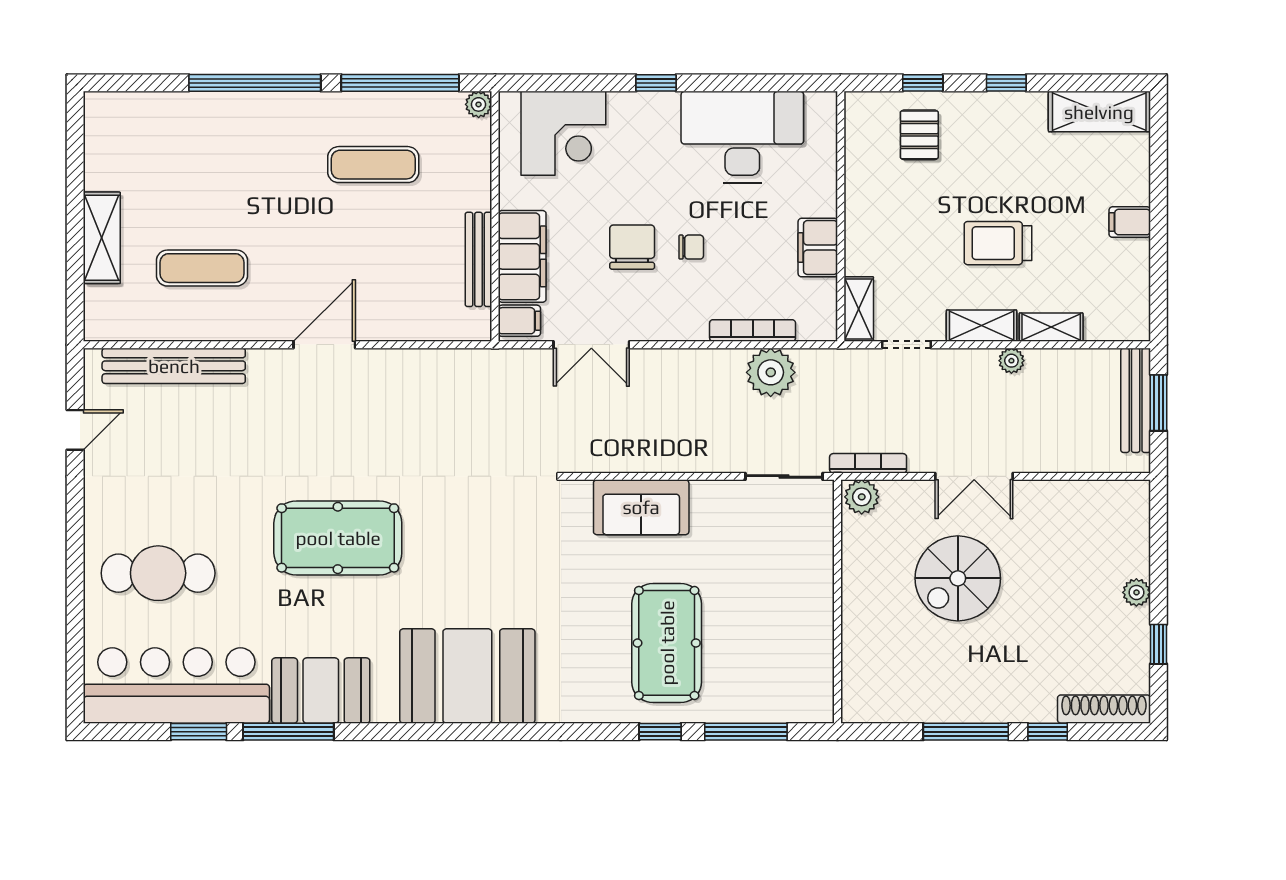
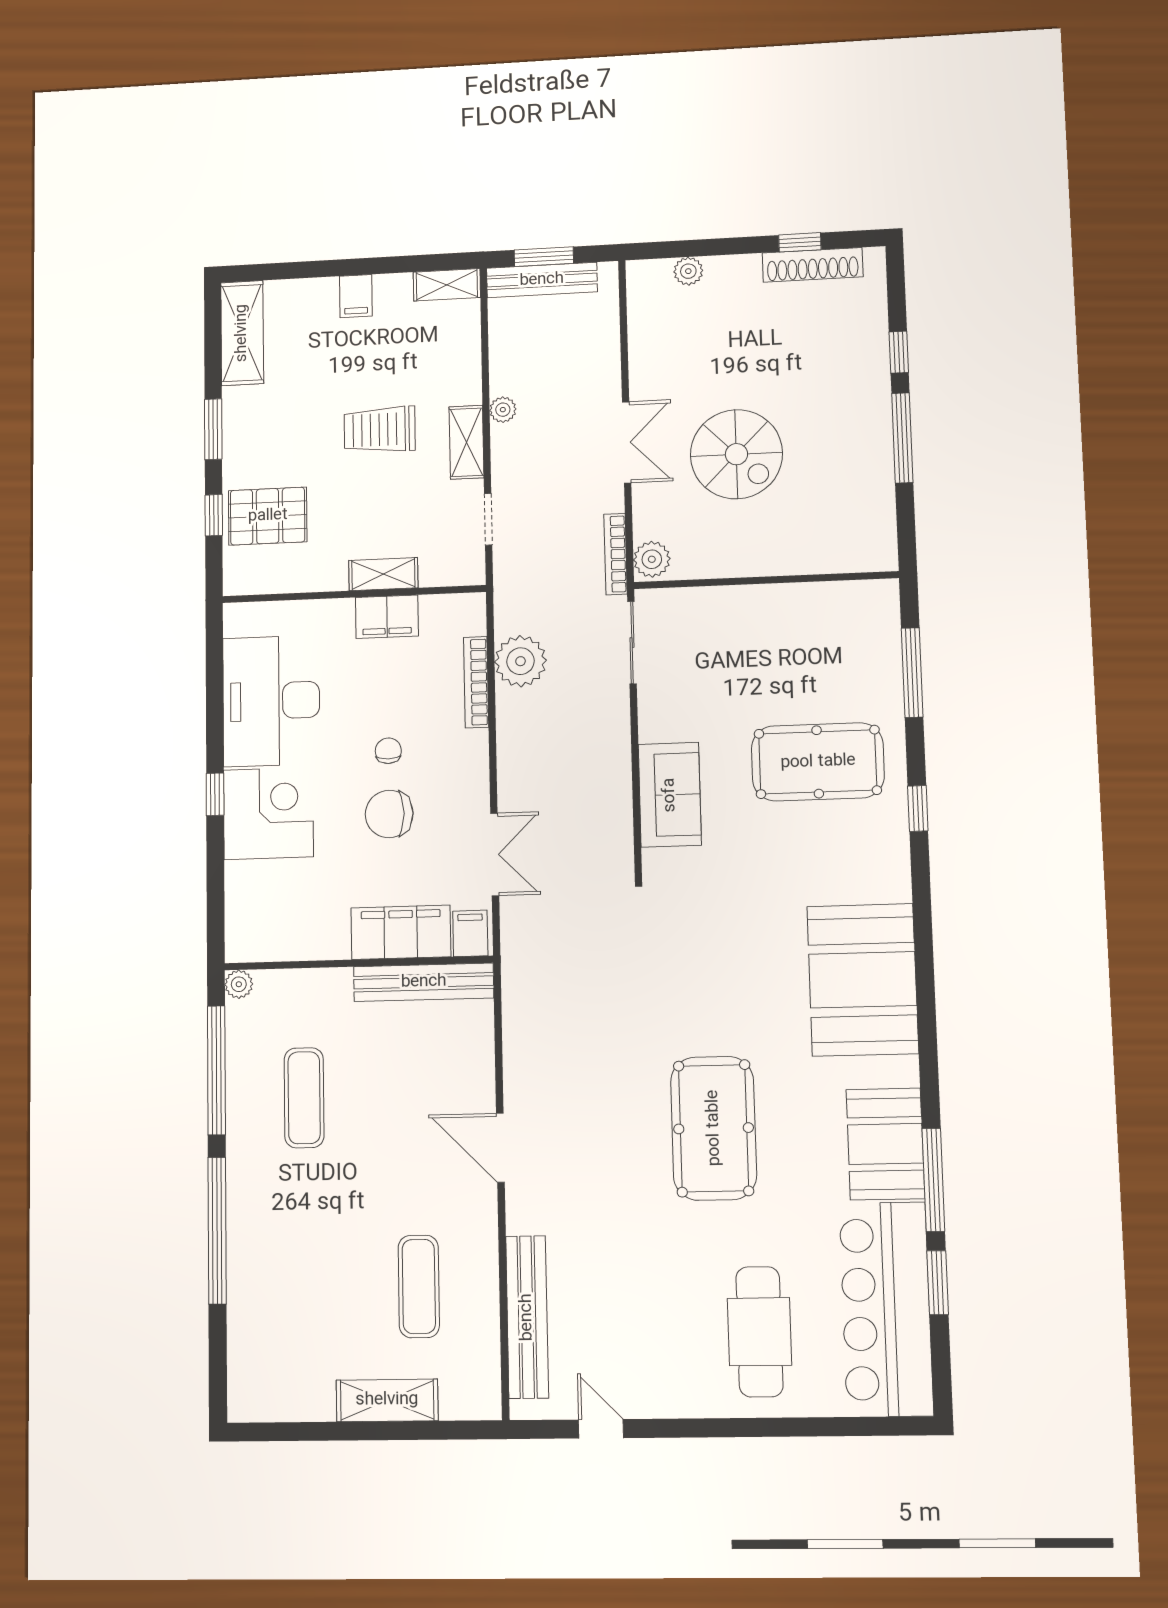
window: (1006, 83) -> (213, 429), width x1.50
corner desk: (563, 133) -> (268, 813), moved
pallet: (919, 135) -> (268, 516), width x1.50, depth x1.42
trolley: (998, 243) -> (380, 430), turned 90
bench: (479, 259) -> (424, 982), width x1.37, depth x1.21
shelving: (859, 309) -> (383, 574), moved
shelving: (1051, 327) -> (447, 285), moved, turned 90
plant: (1136, 592) -> (688, 271), moved
shoe rack: (1104, 709) -> (813, 265), moved, turned -90
window: (660, 732) -> (918, 809), moved

